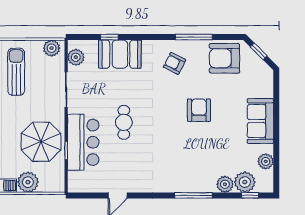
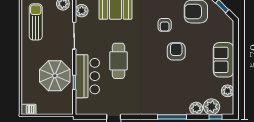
armchair: (175, 63) -> (165, 25), moved, turned -117
cafe table: (124, 122) -> (118, 61), width x1.37, depth x1.35
plant: (28, 182) -> (45, 107), removed

